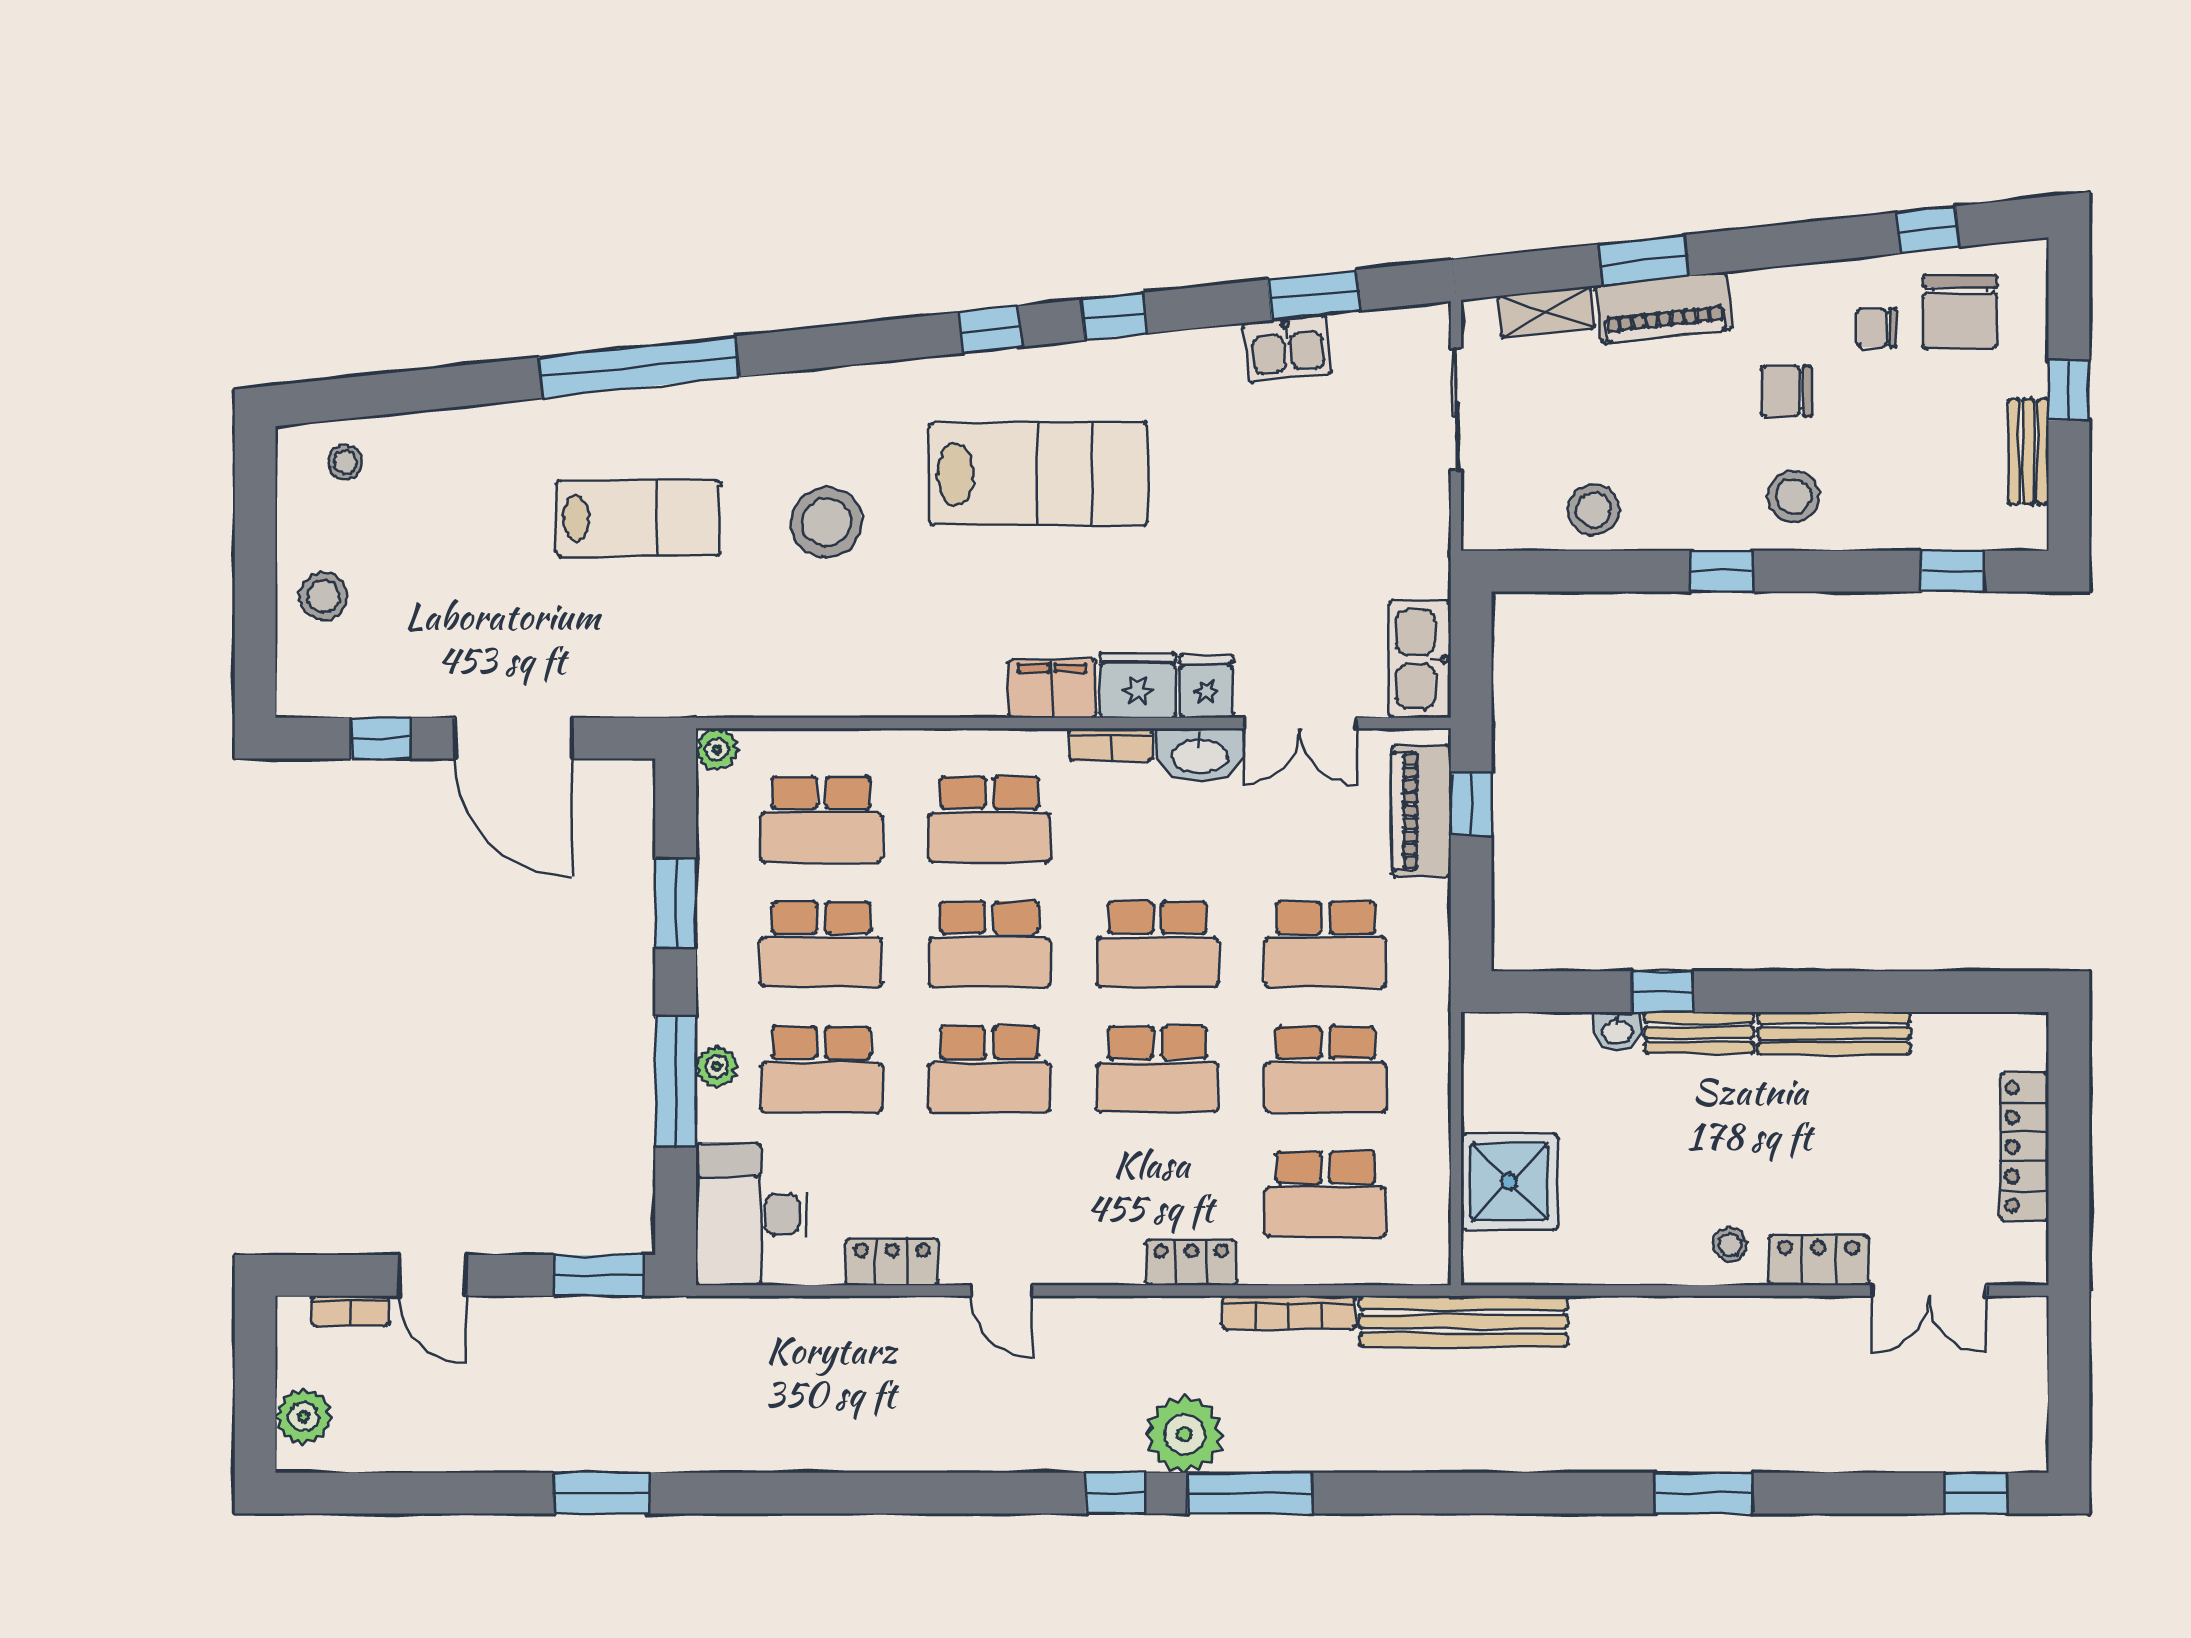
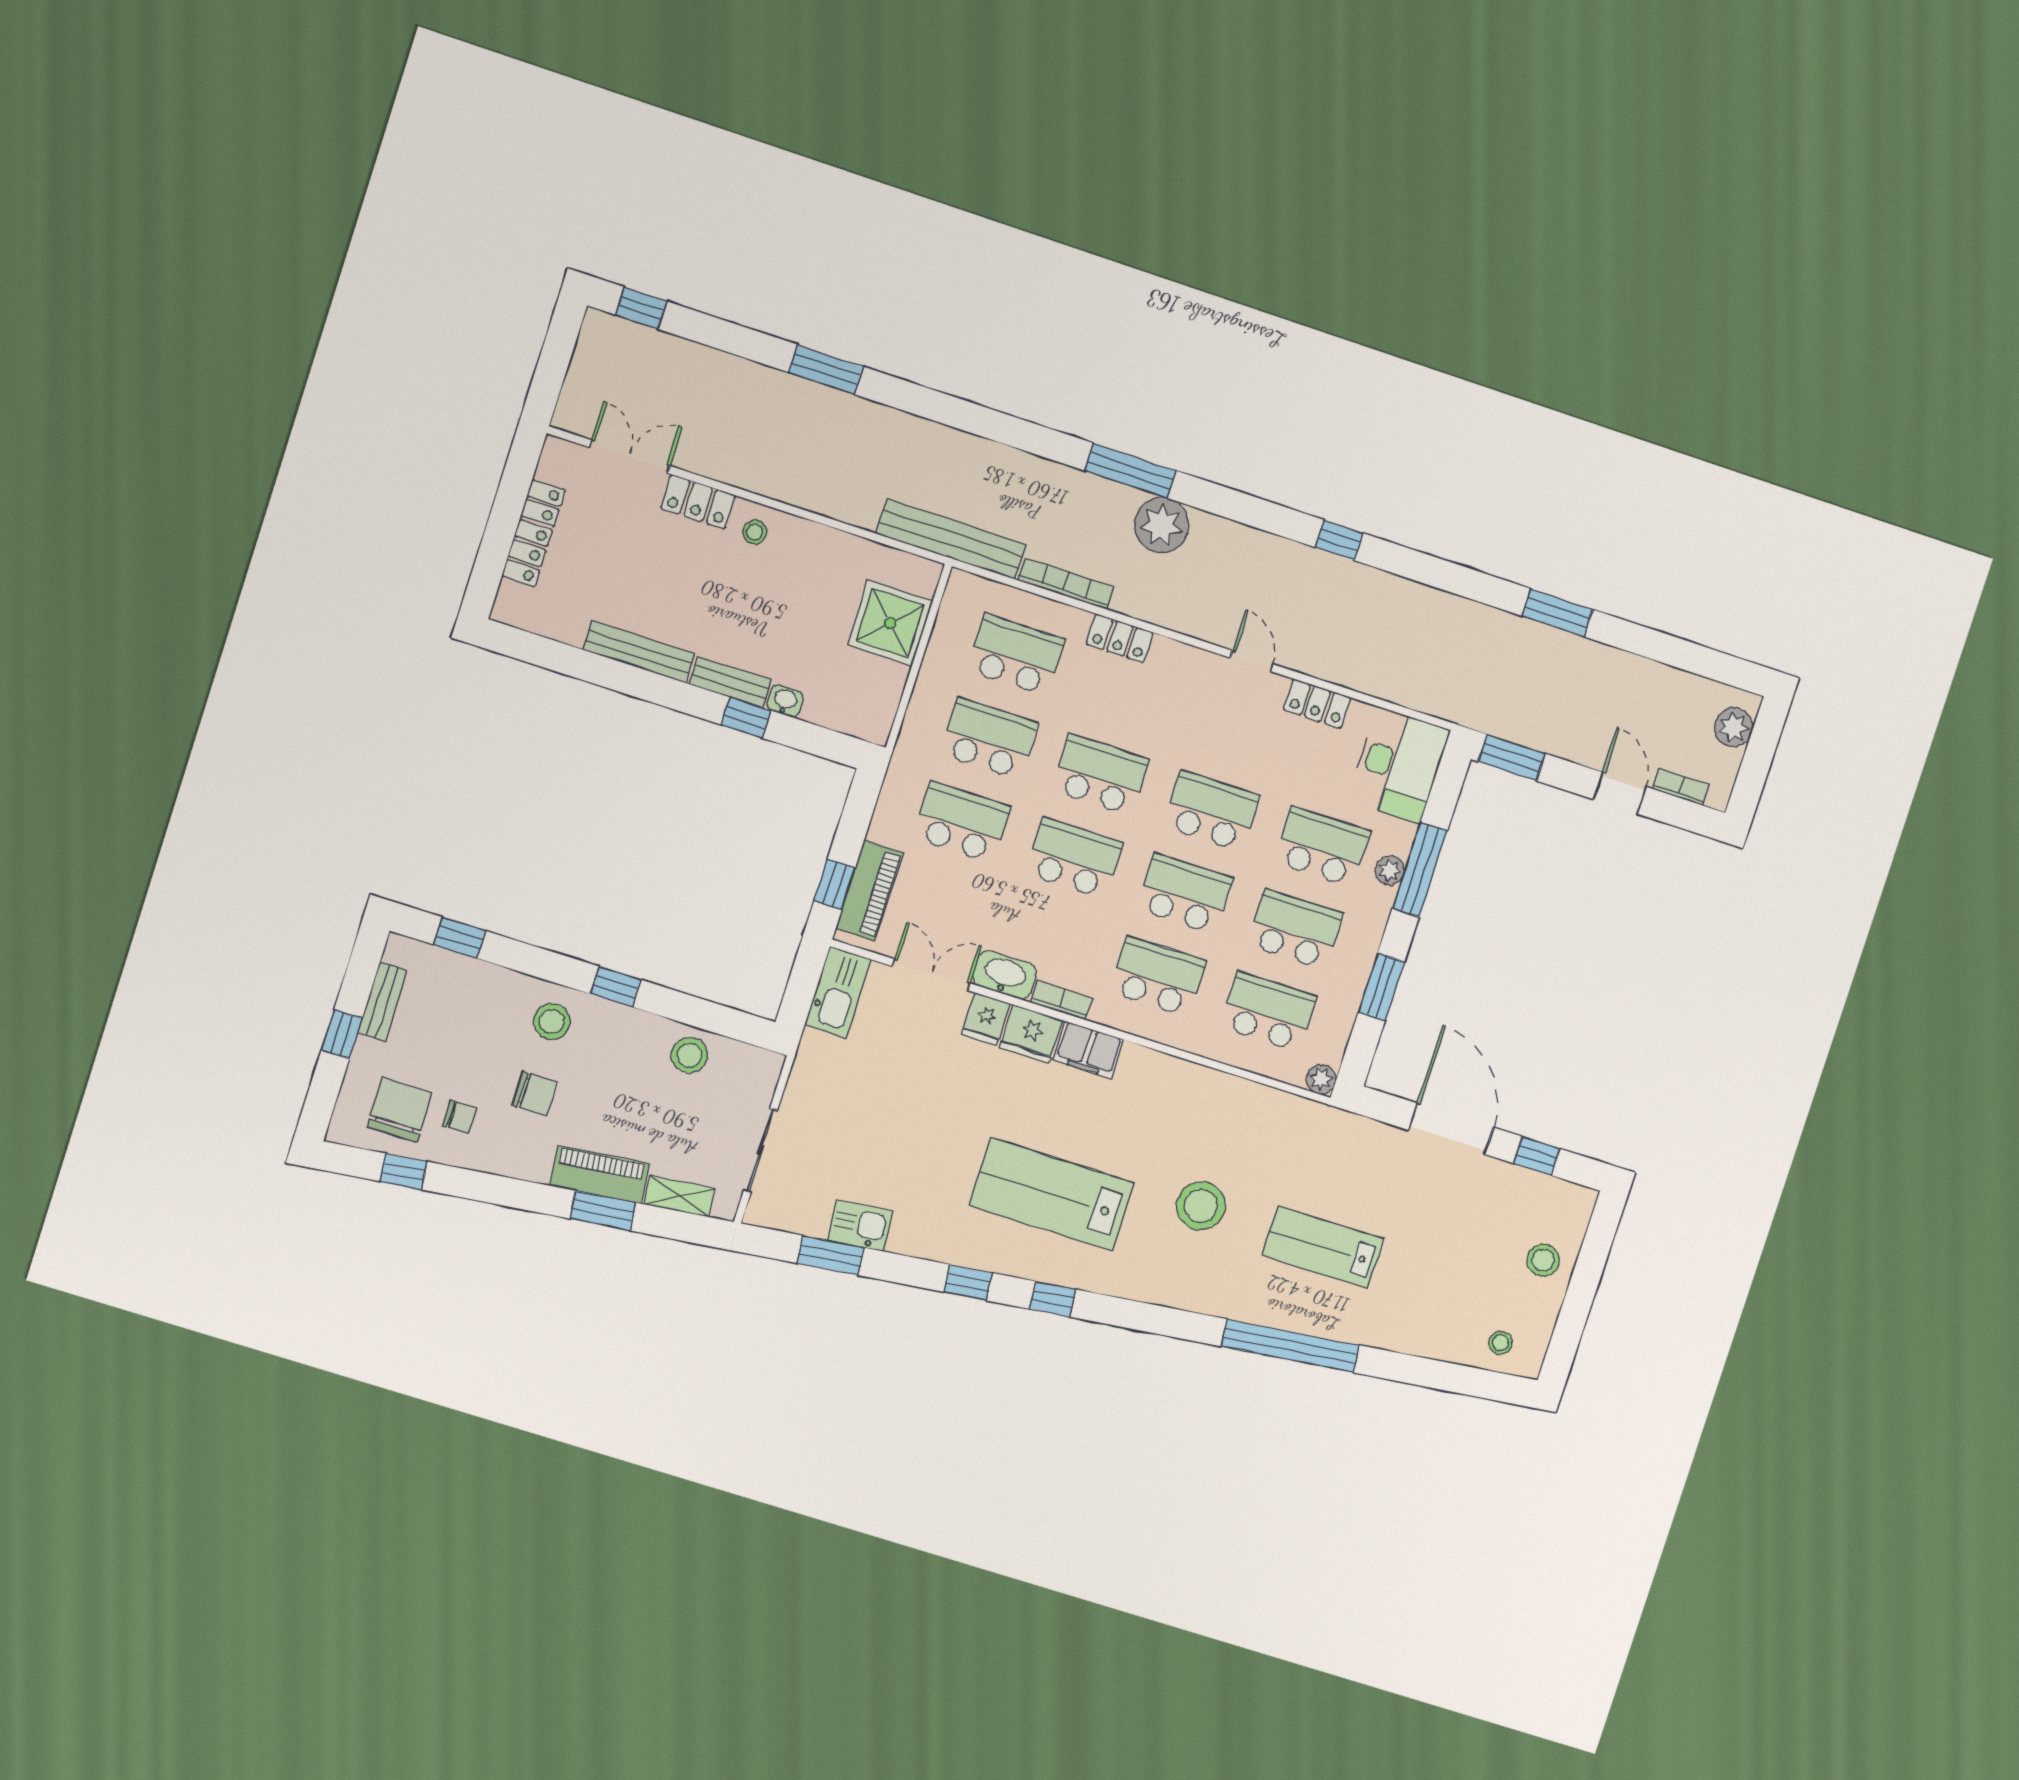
window: (1116, 1493) -> (1339, 540), moved

